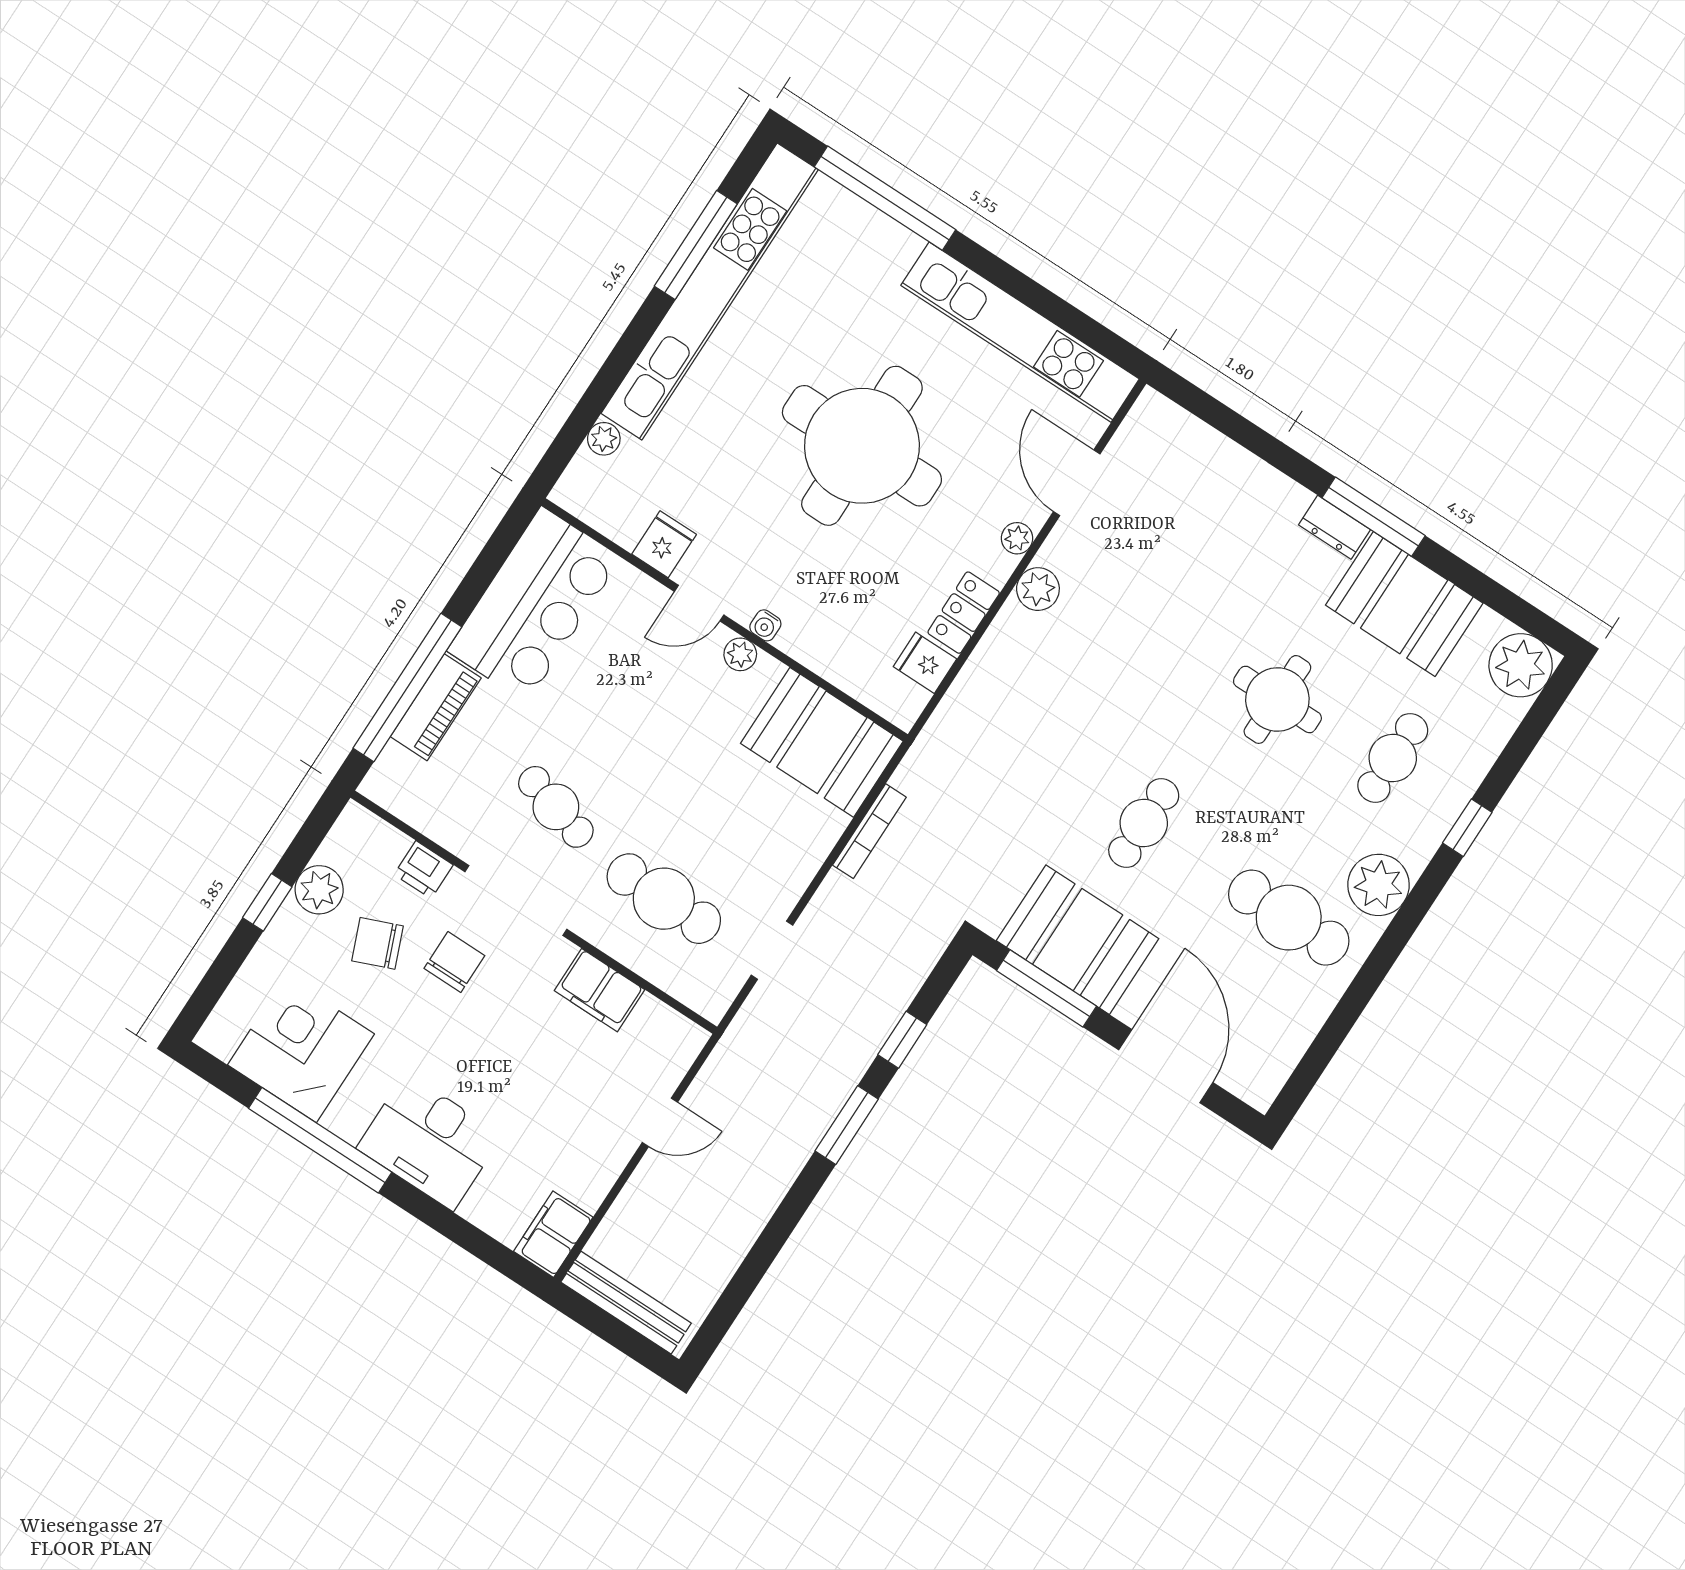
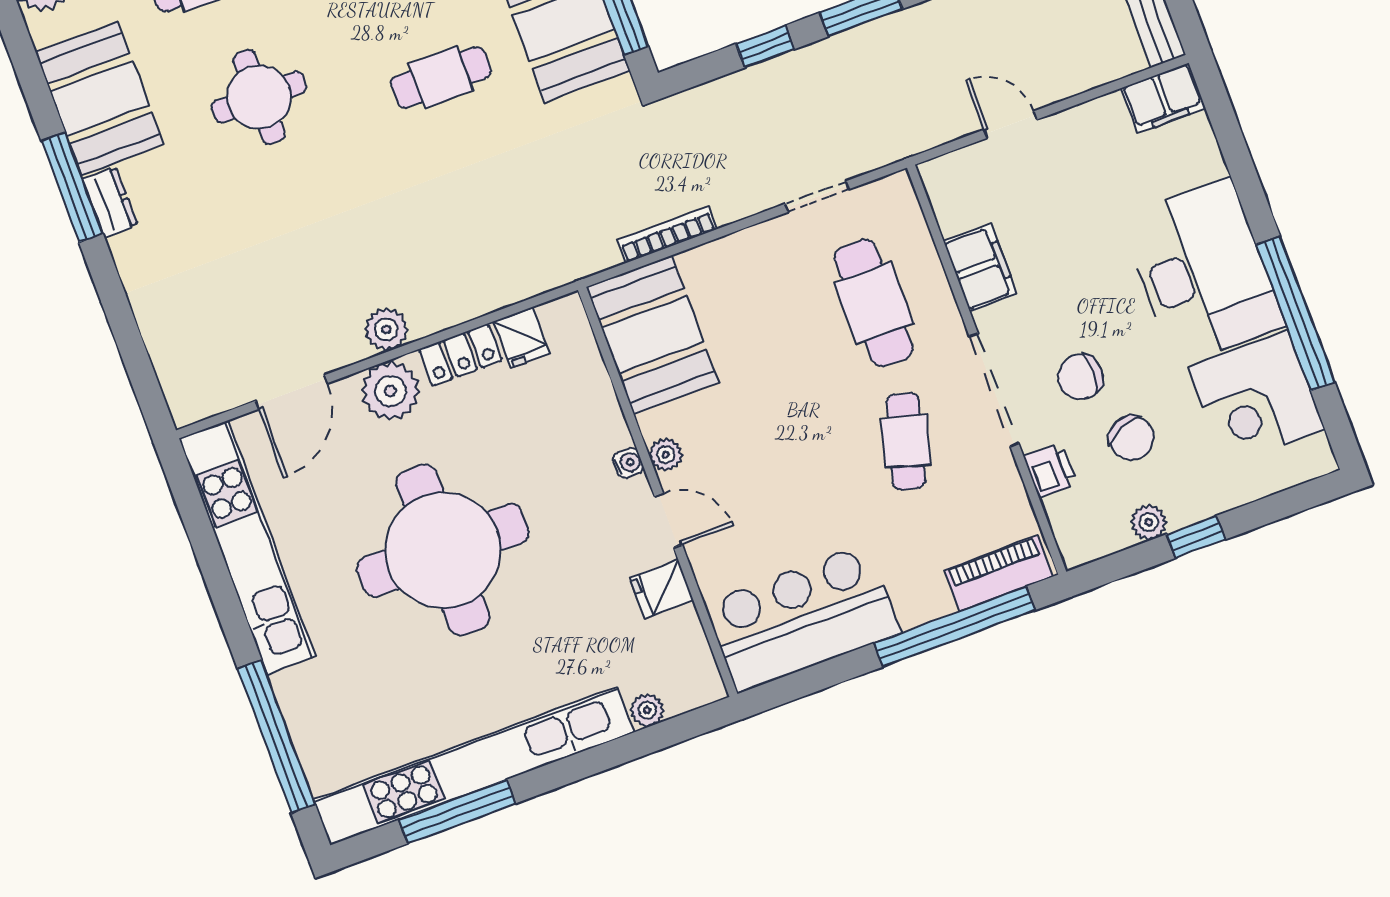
plant: (1017, 538) -> (391, 391), width x1.88, depth x1.88
piano: (436, 707) -> (998, 573), moved
plant: (319, 890) -> (1149, 522), width x0.73, depth x0.73
desk: (429, 1142) -> (1202, 272), width x1.36, depth x1.30

